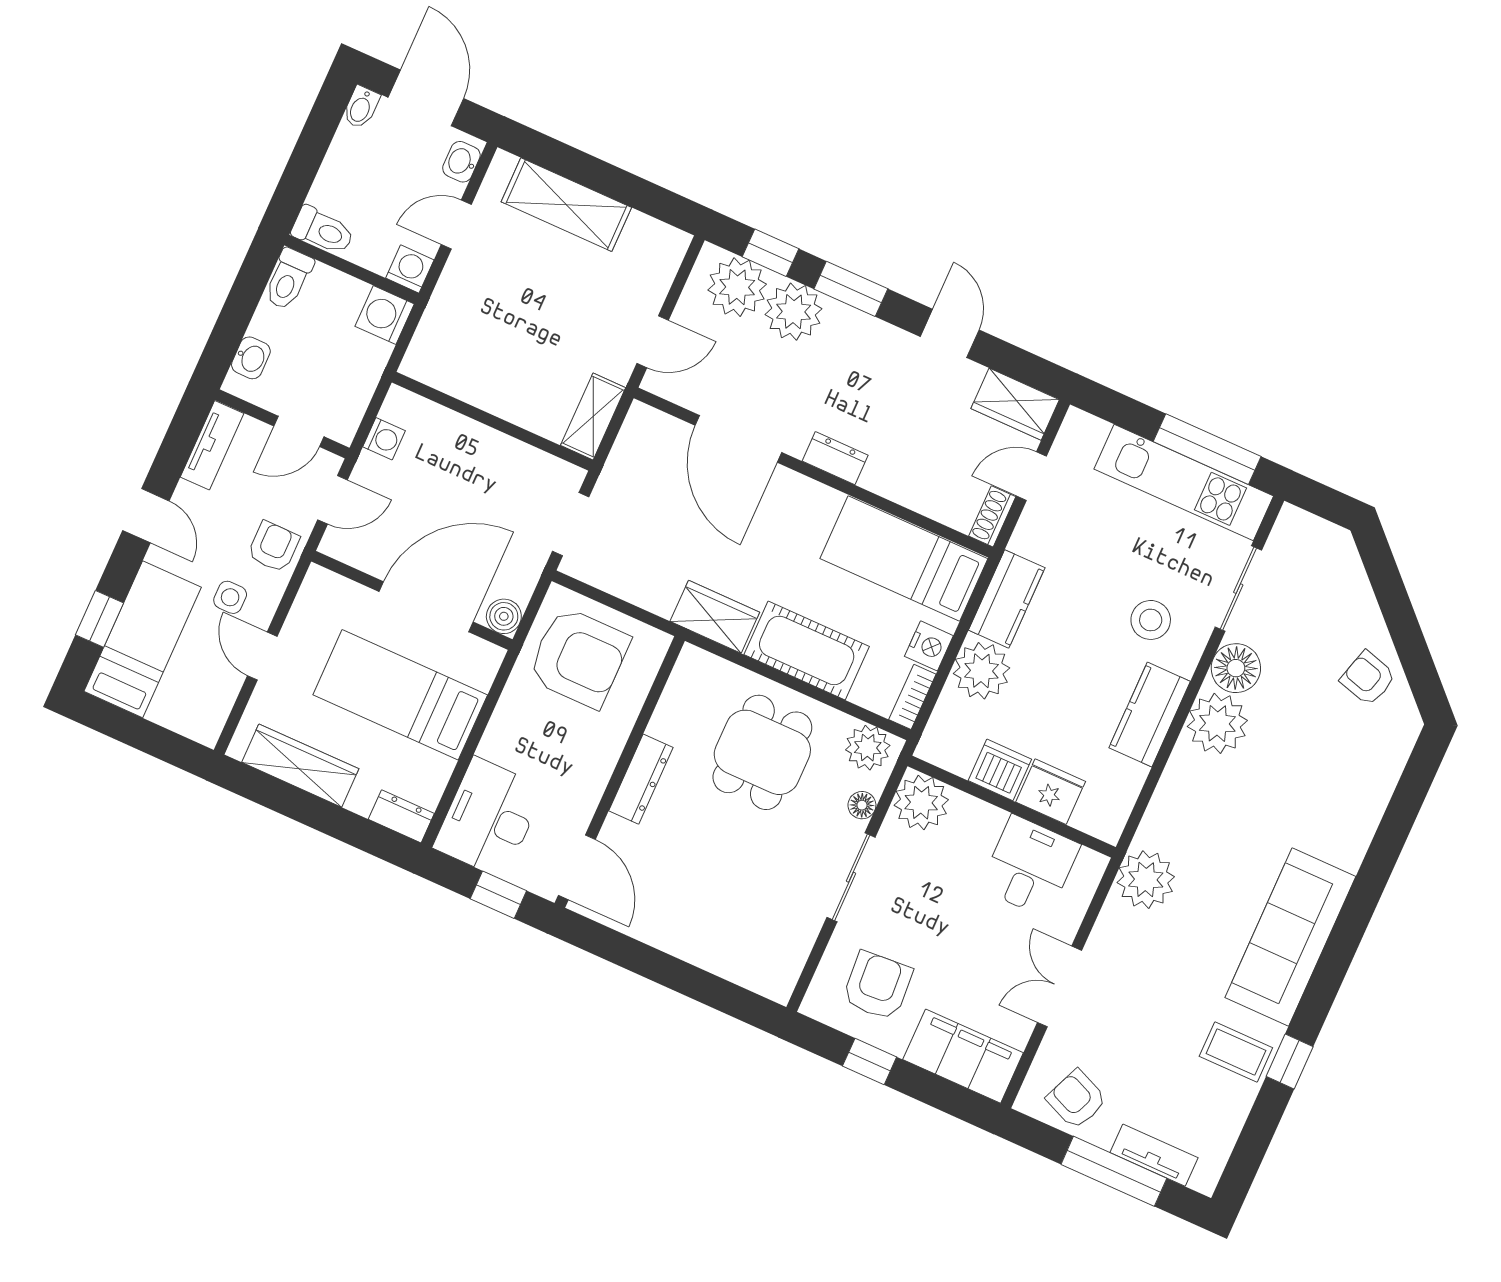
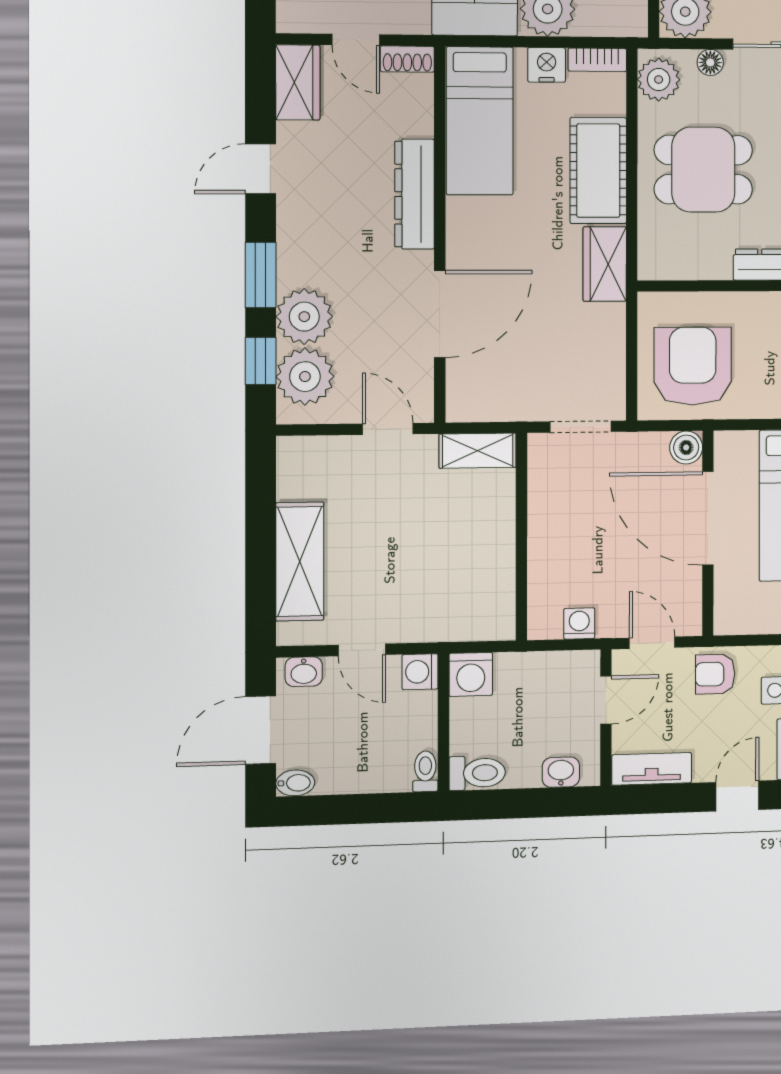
toilet: (323, 231) -> (425, 771), width x0.73, depth x0.72
door: (299, 431) -> (606, 700), hinge flipped
dresser: (835, 458) -> (414, 194), width x1.96, depth x1.24

